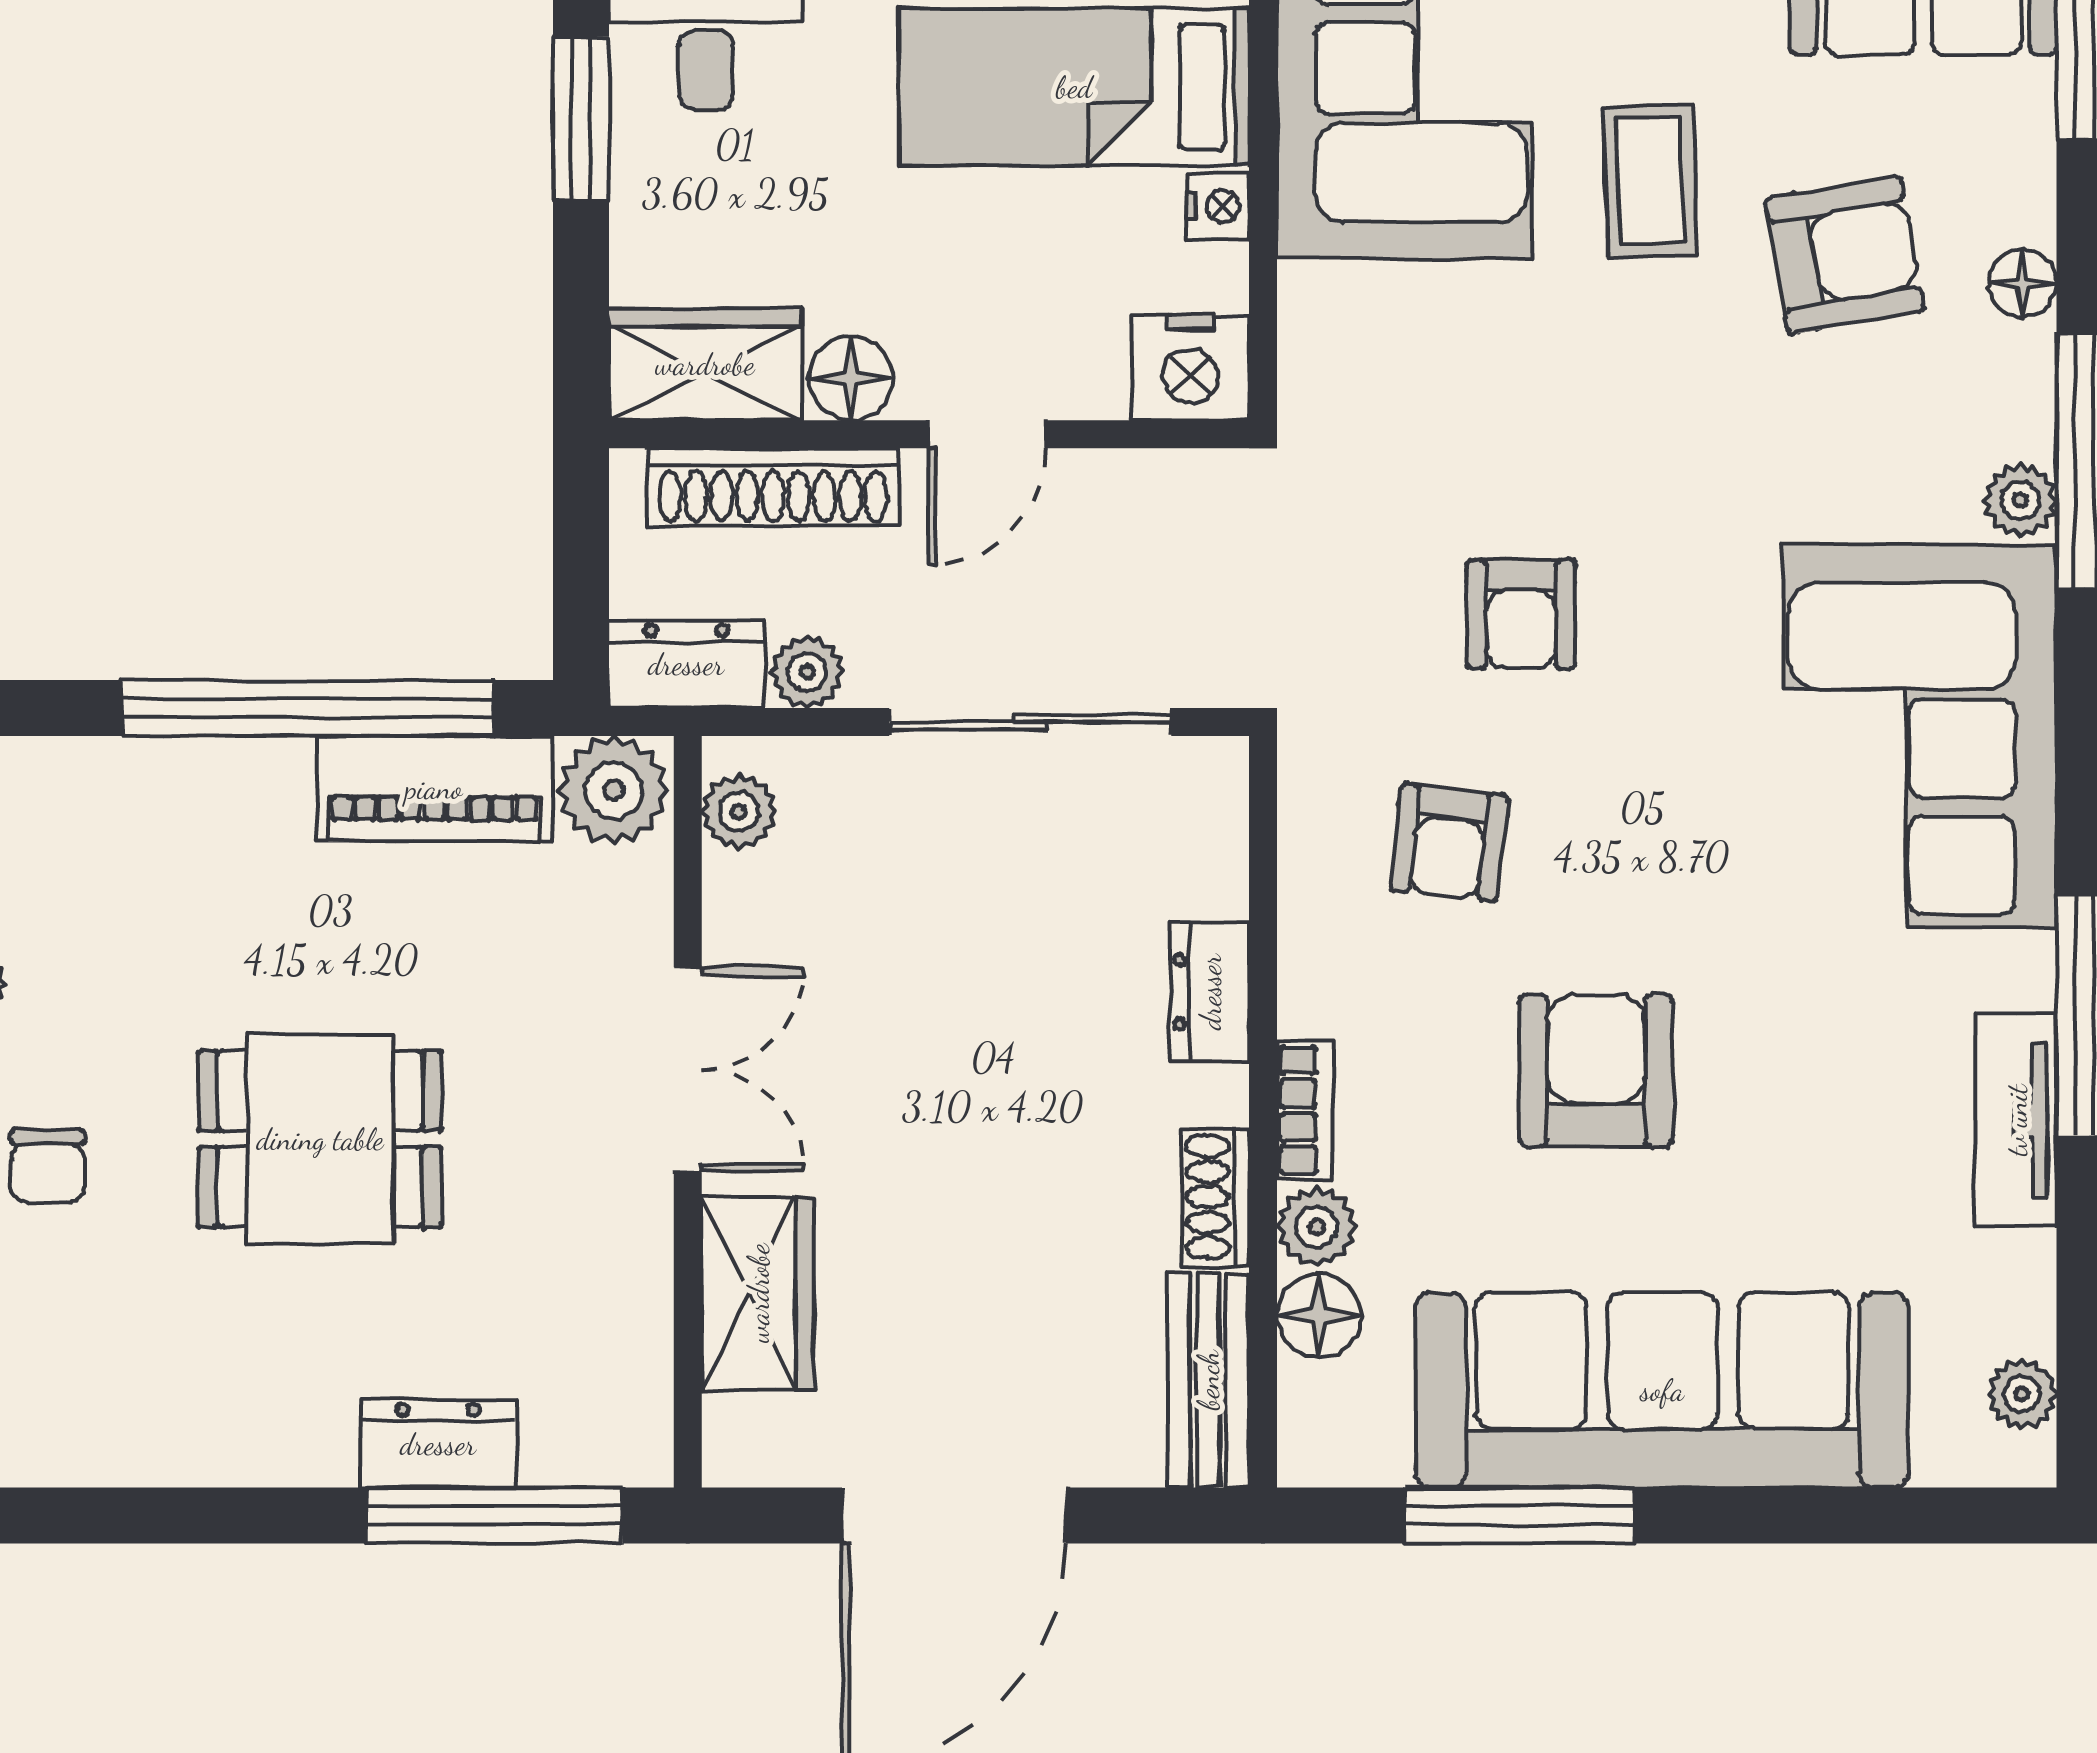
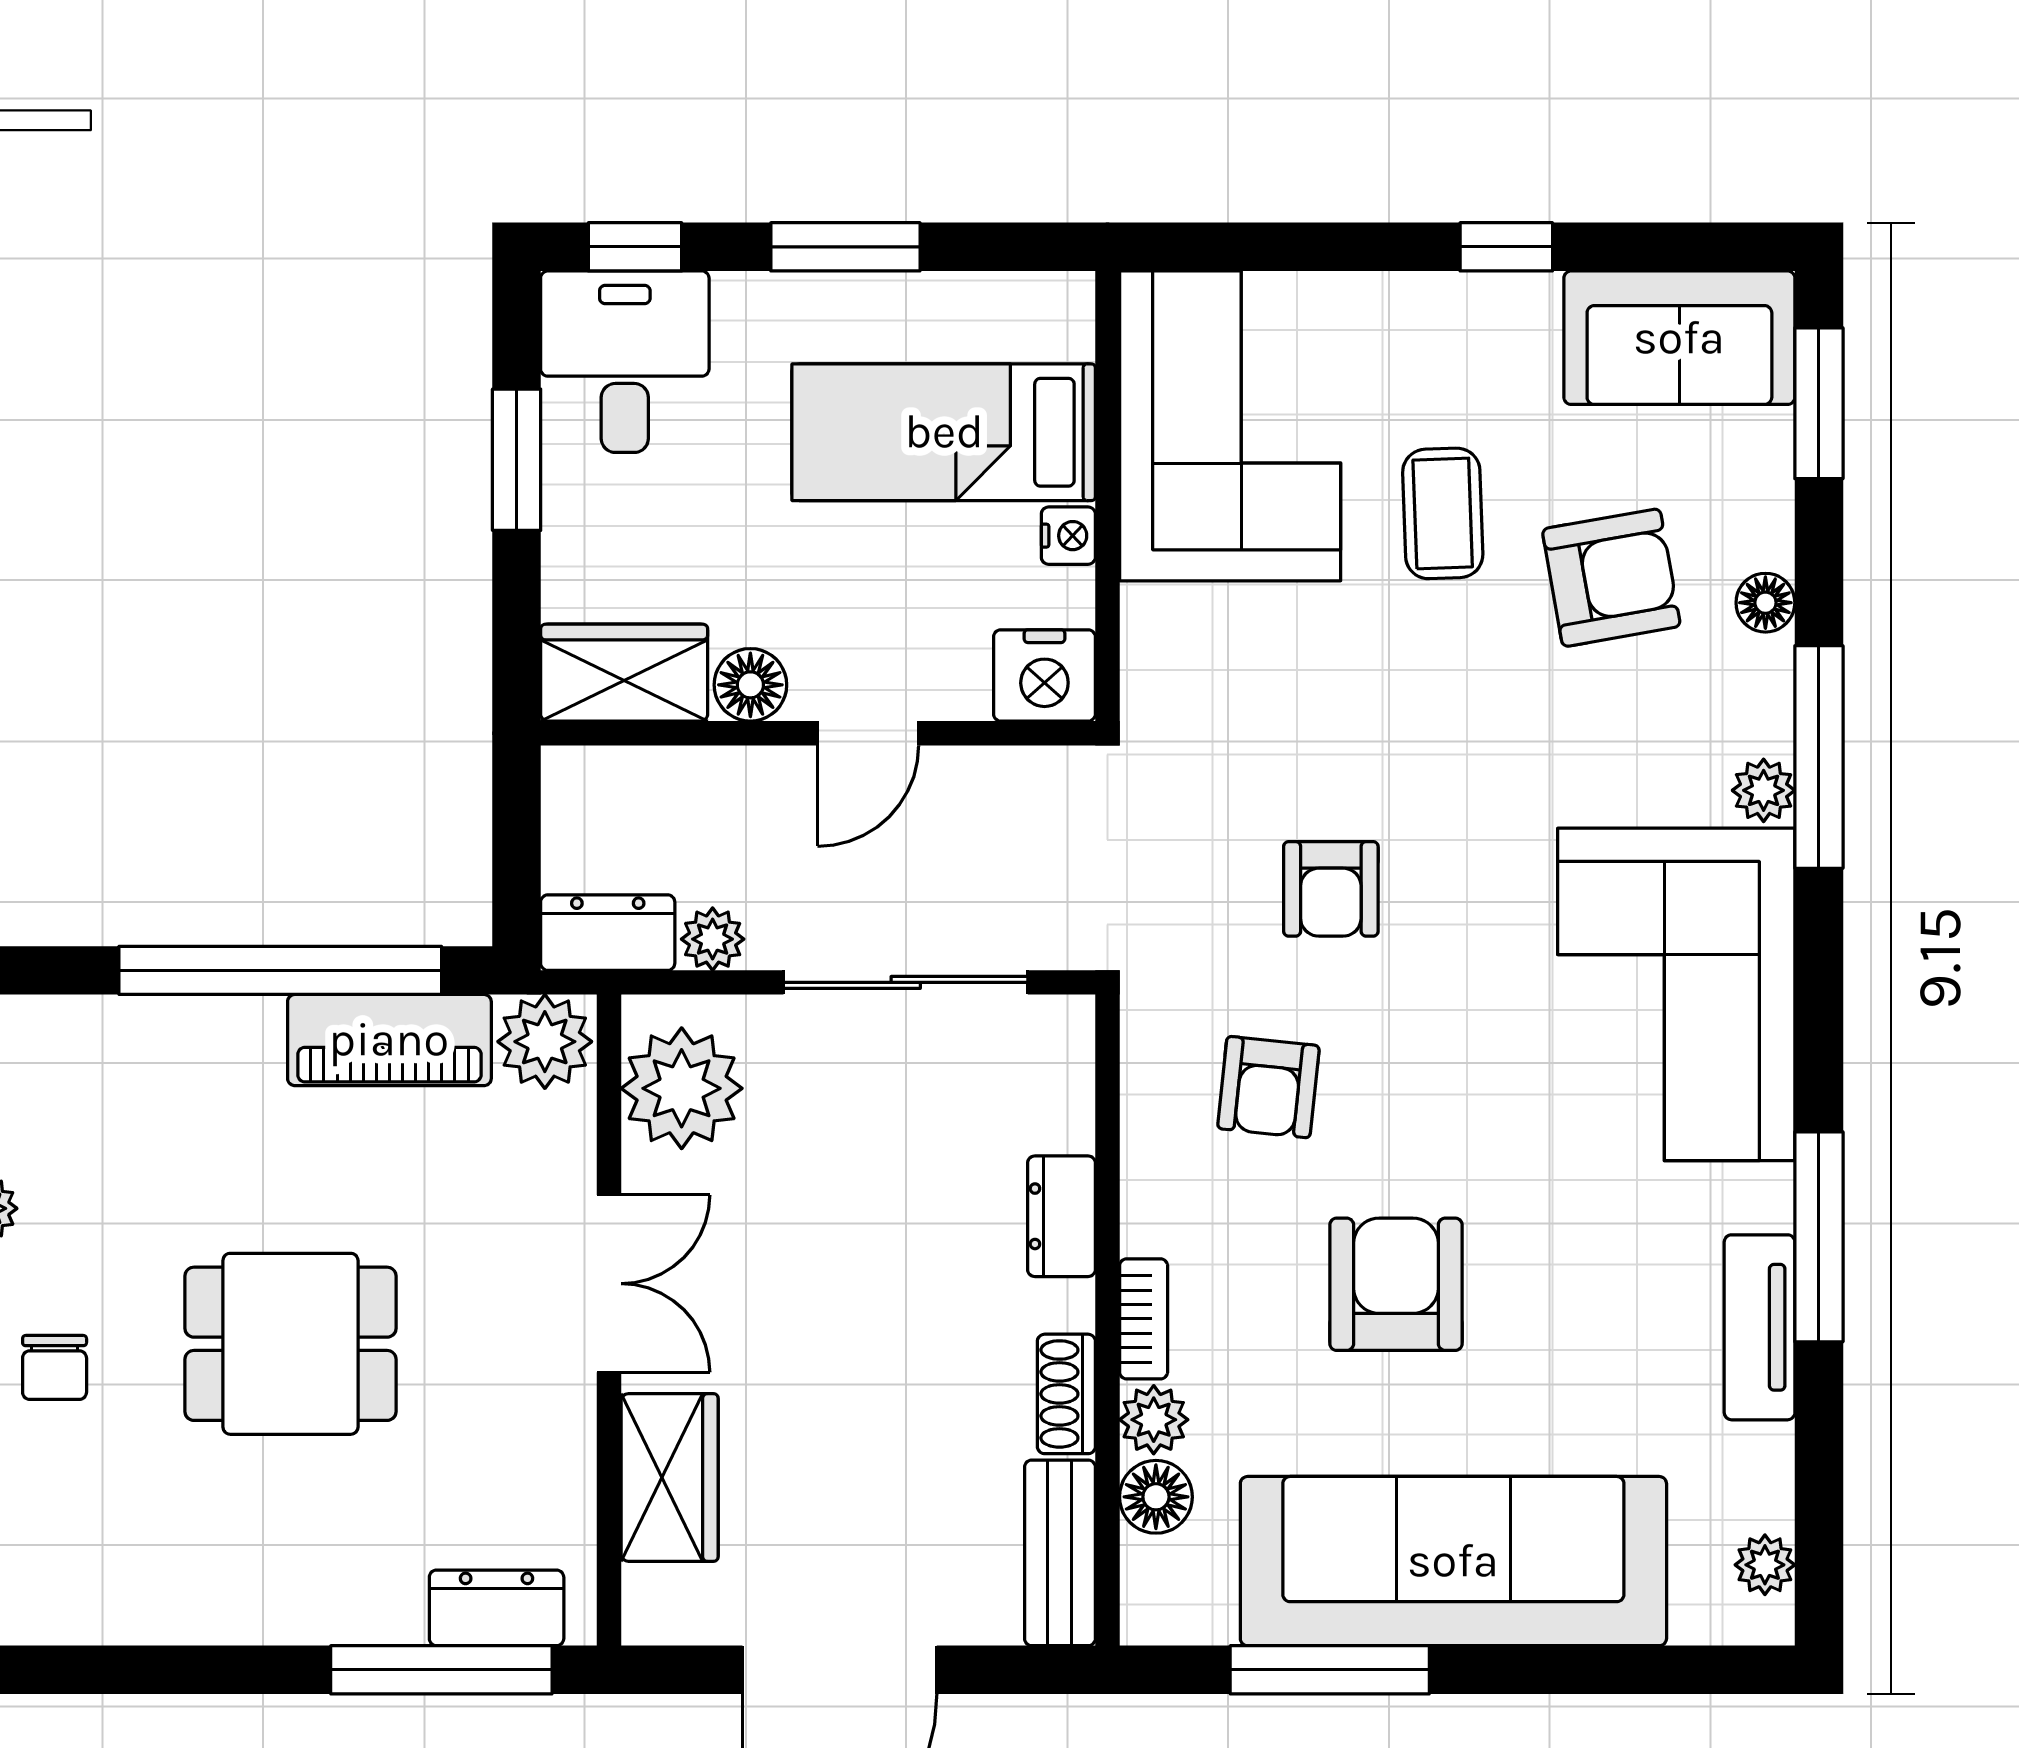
shoe rack: (773, 487) -> (683, 779), removed
plant: (739, 812) -> (682, 1088), width x1.88, depth x1.88
dresser: (438, 1444) -> (497, 1608), moved

